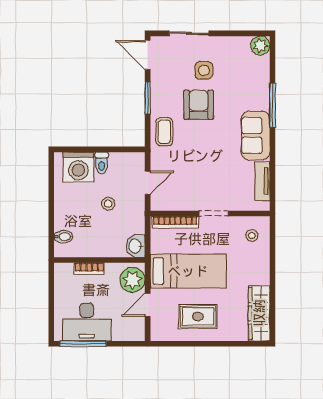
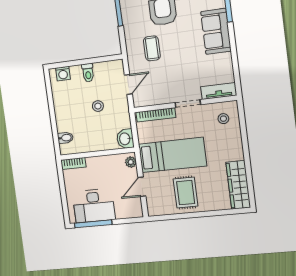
coffee table: (164, 132) -> (152, 48), moved
washing machine: (78, 167) -> (63, 74), width x0.53, depth x0.53
tv unit: (262, 181) -> (219, 91), moved, turned 90
bookcase: (89, 269) -> (73, 163), moved
plant: (132, 280) -> (131, 162), width x0.53, depth x0.53
rug: (198, 317) -> (186, 193), turned 90

